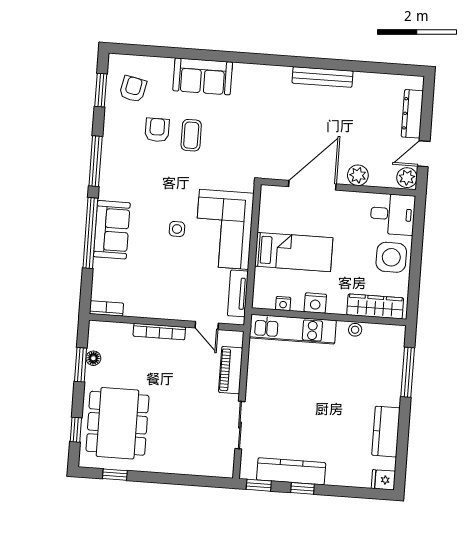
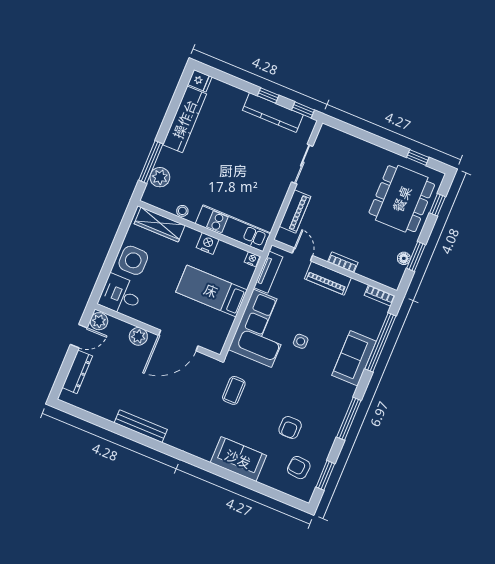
armchair: (133, 89) -> (299, 468), turned 83
coffee table: (191, 135) -> (234, 390), moved
window: (90, 233) -> (380, 342), moved
nightstand: (283, 304) -> (252, 259), moved
piano: (170, 309) -> (328, 278), added
bookcase: (159, 332) -> (343, 262), width x0.64
plant: (392, 359) -> (160, 177), added
kitchen counter: (386, 432) -> (185, 119), width x1.50

